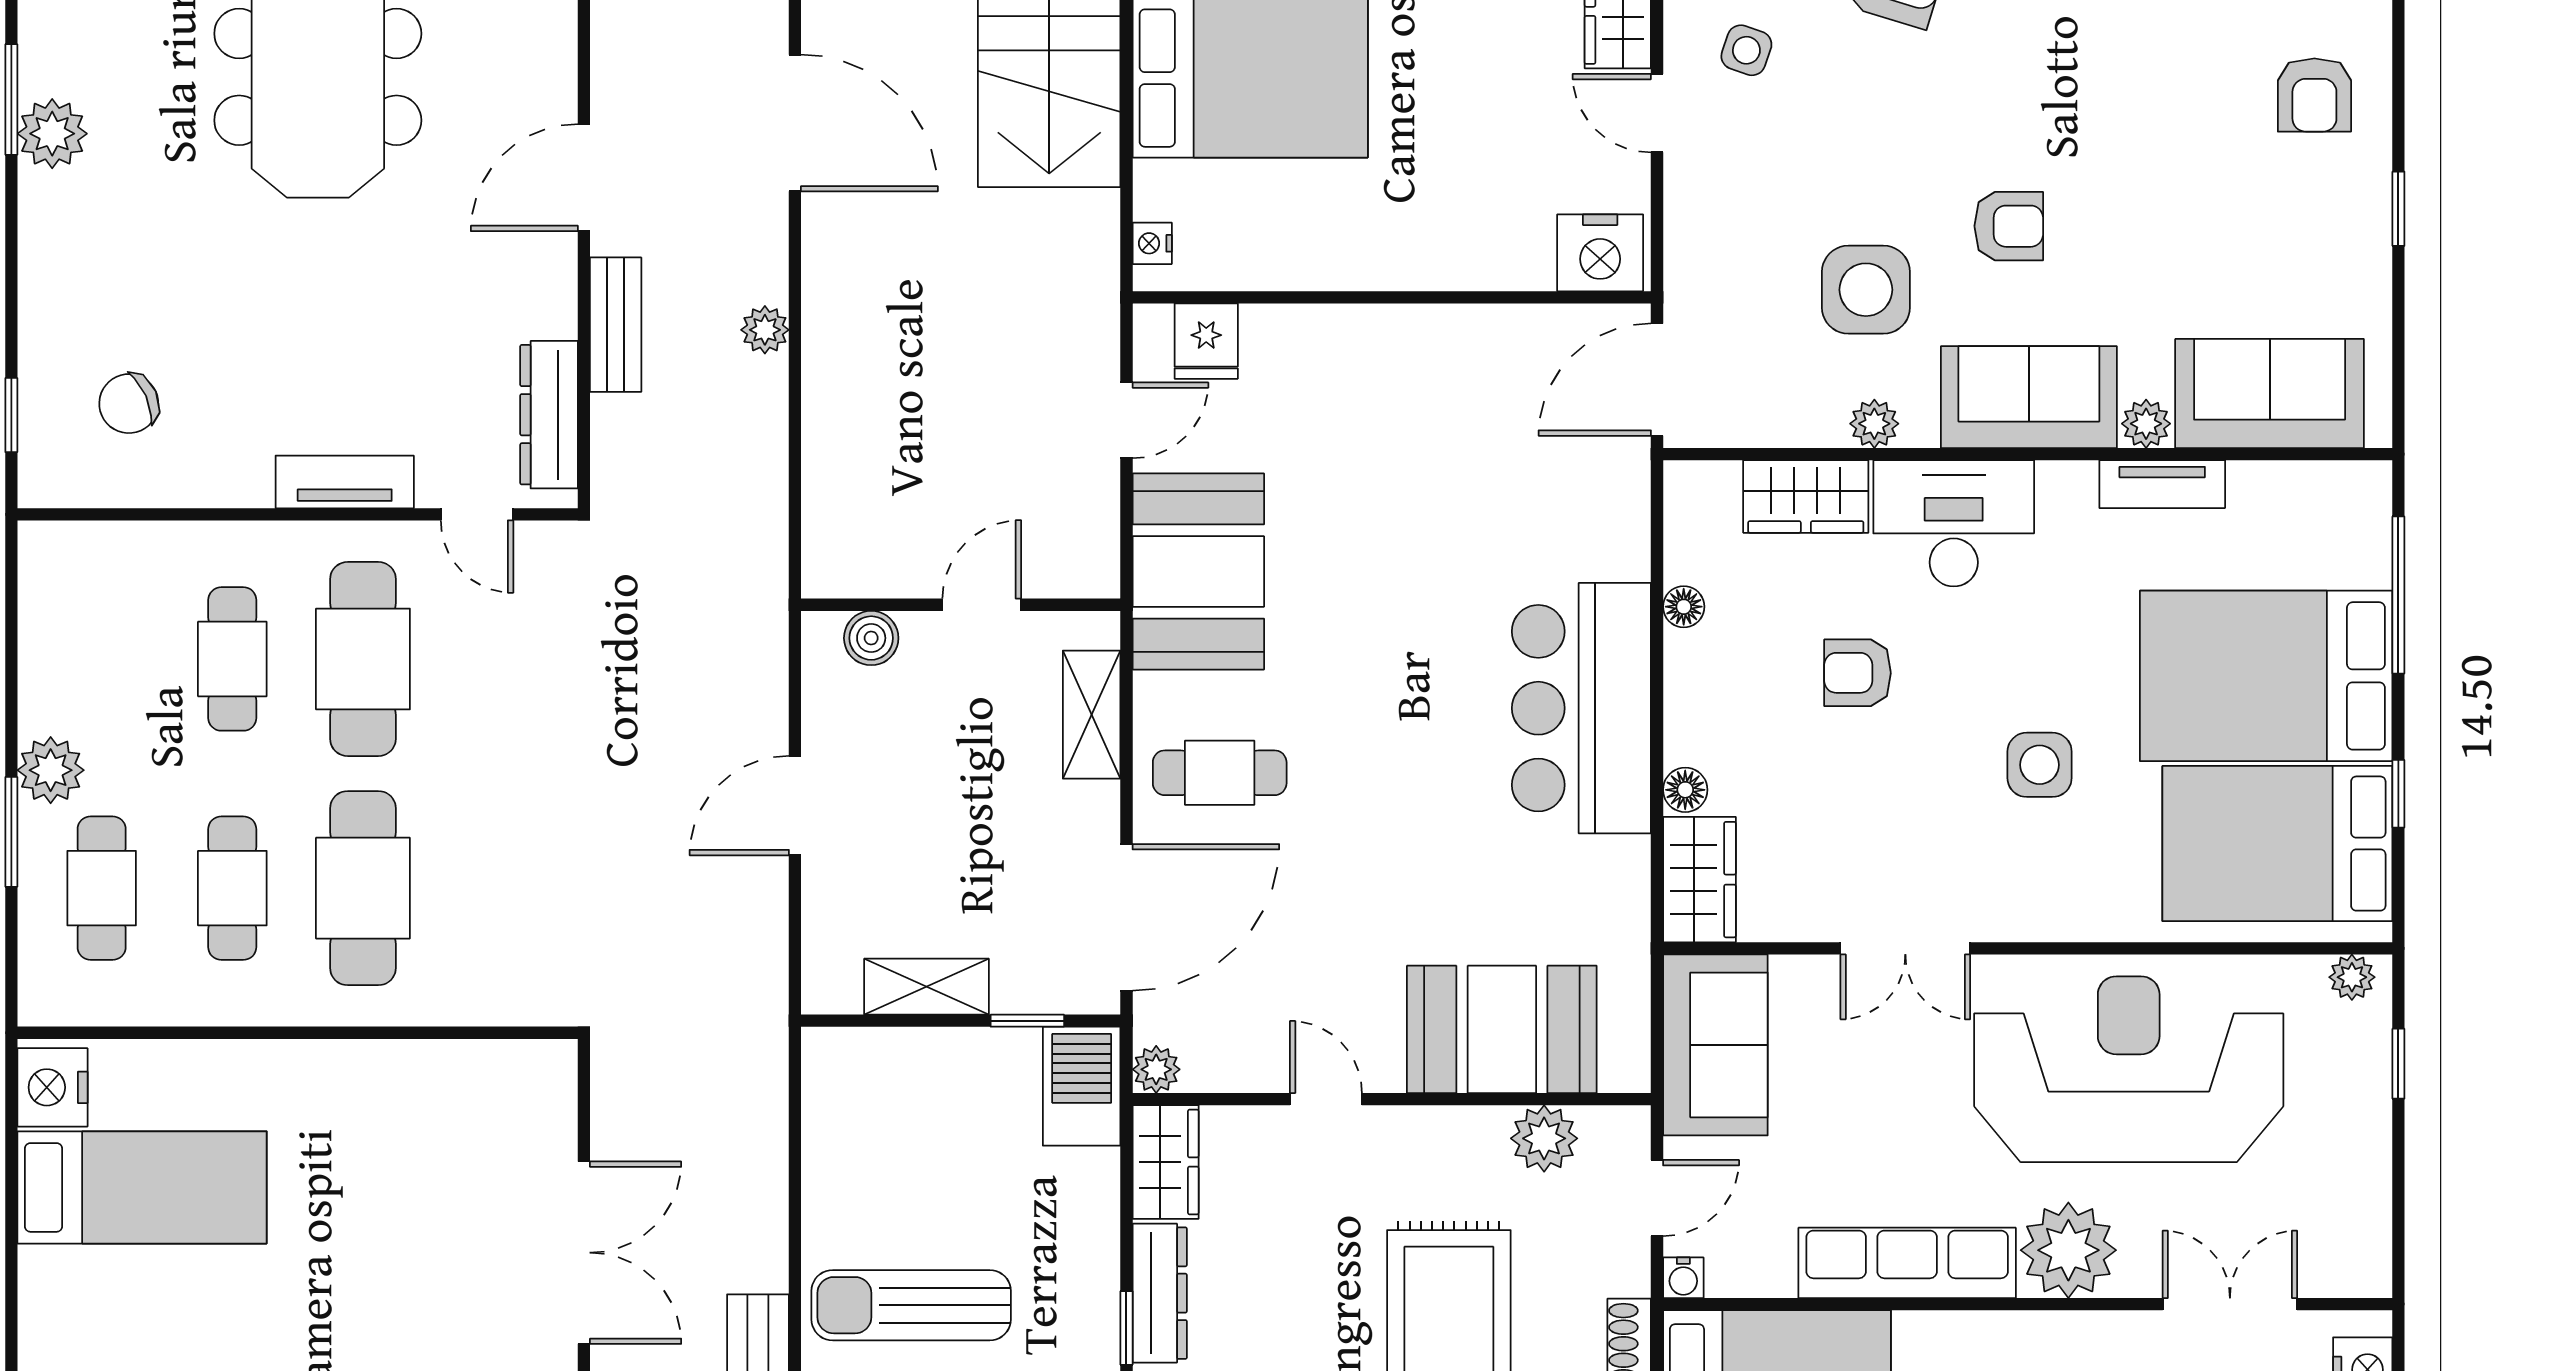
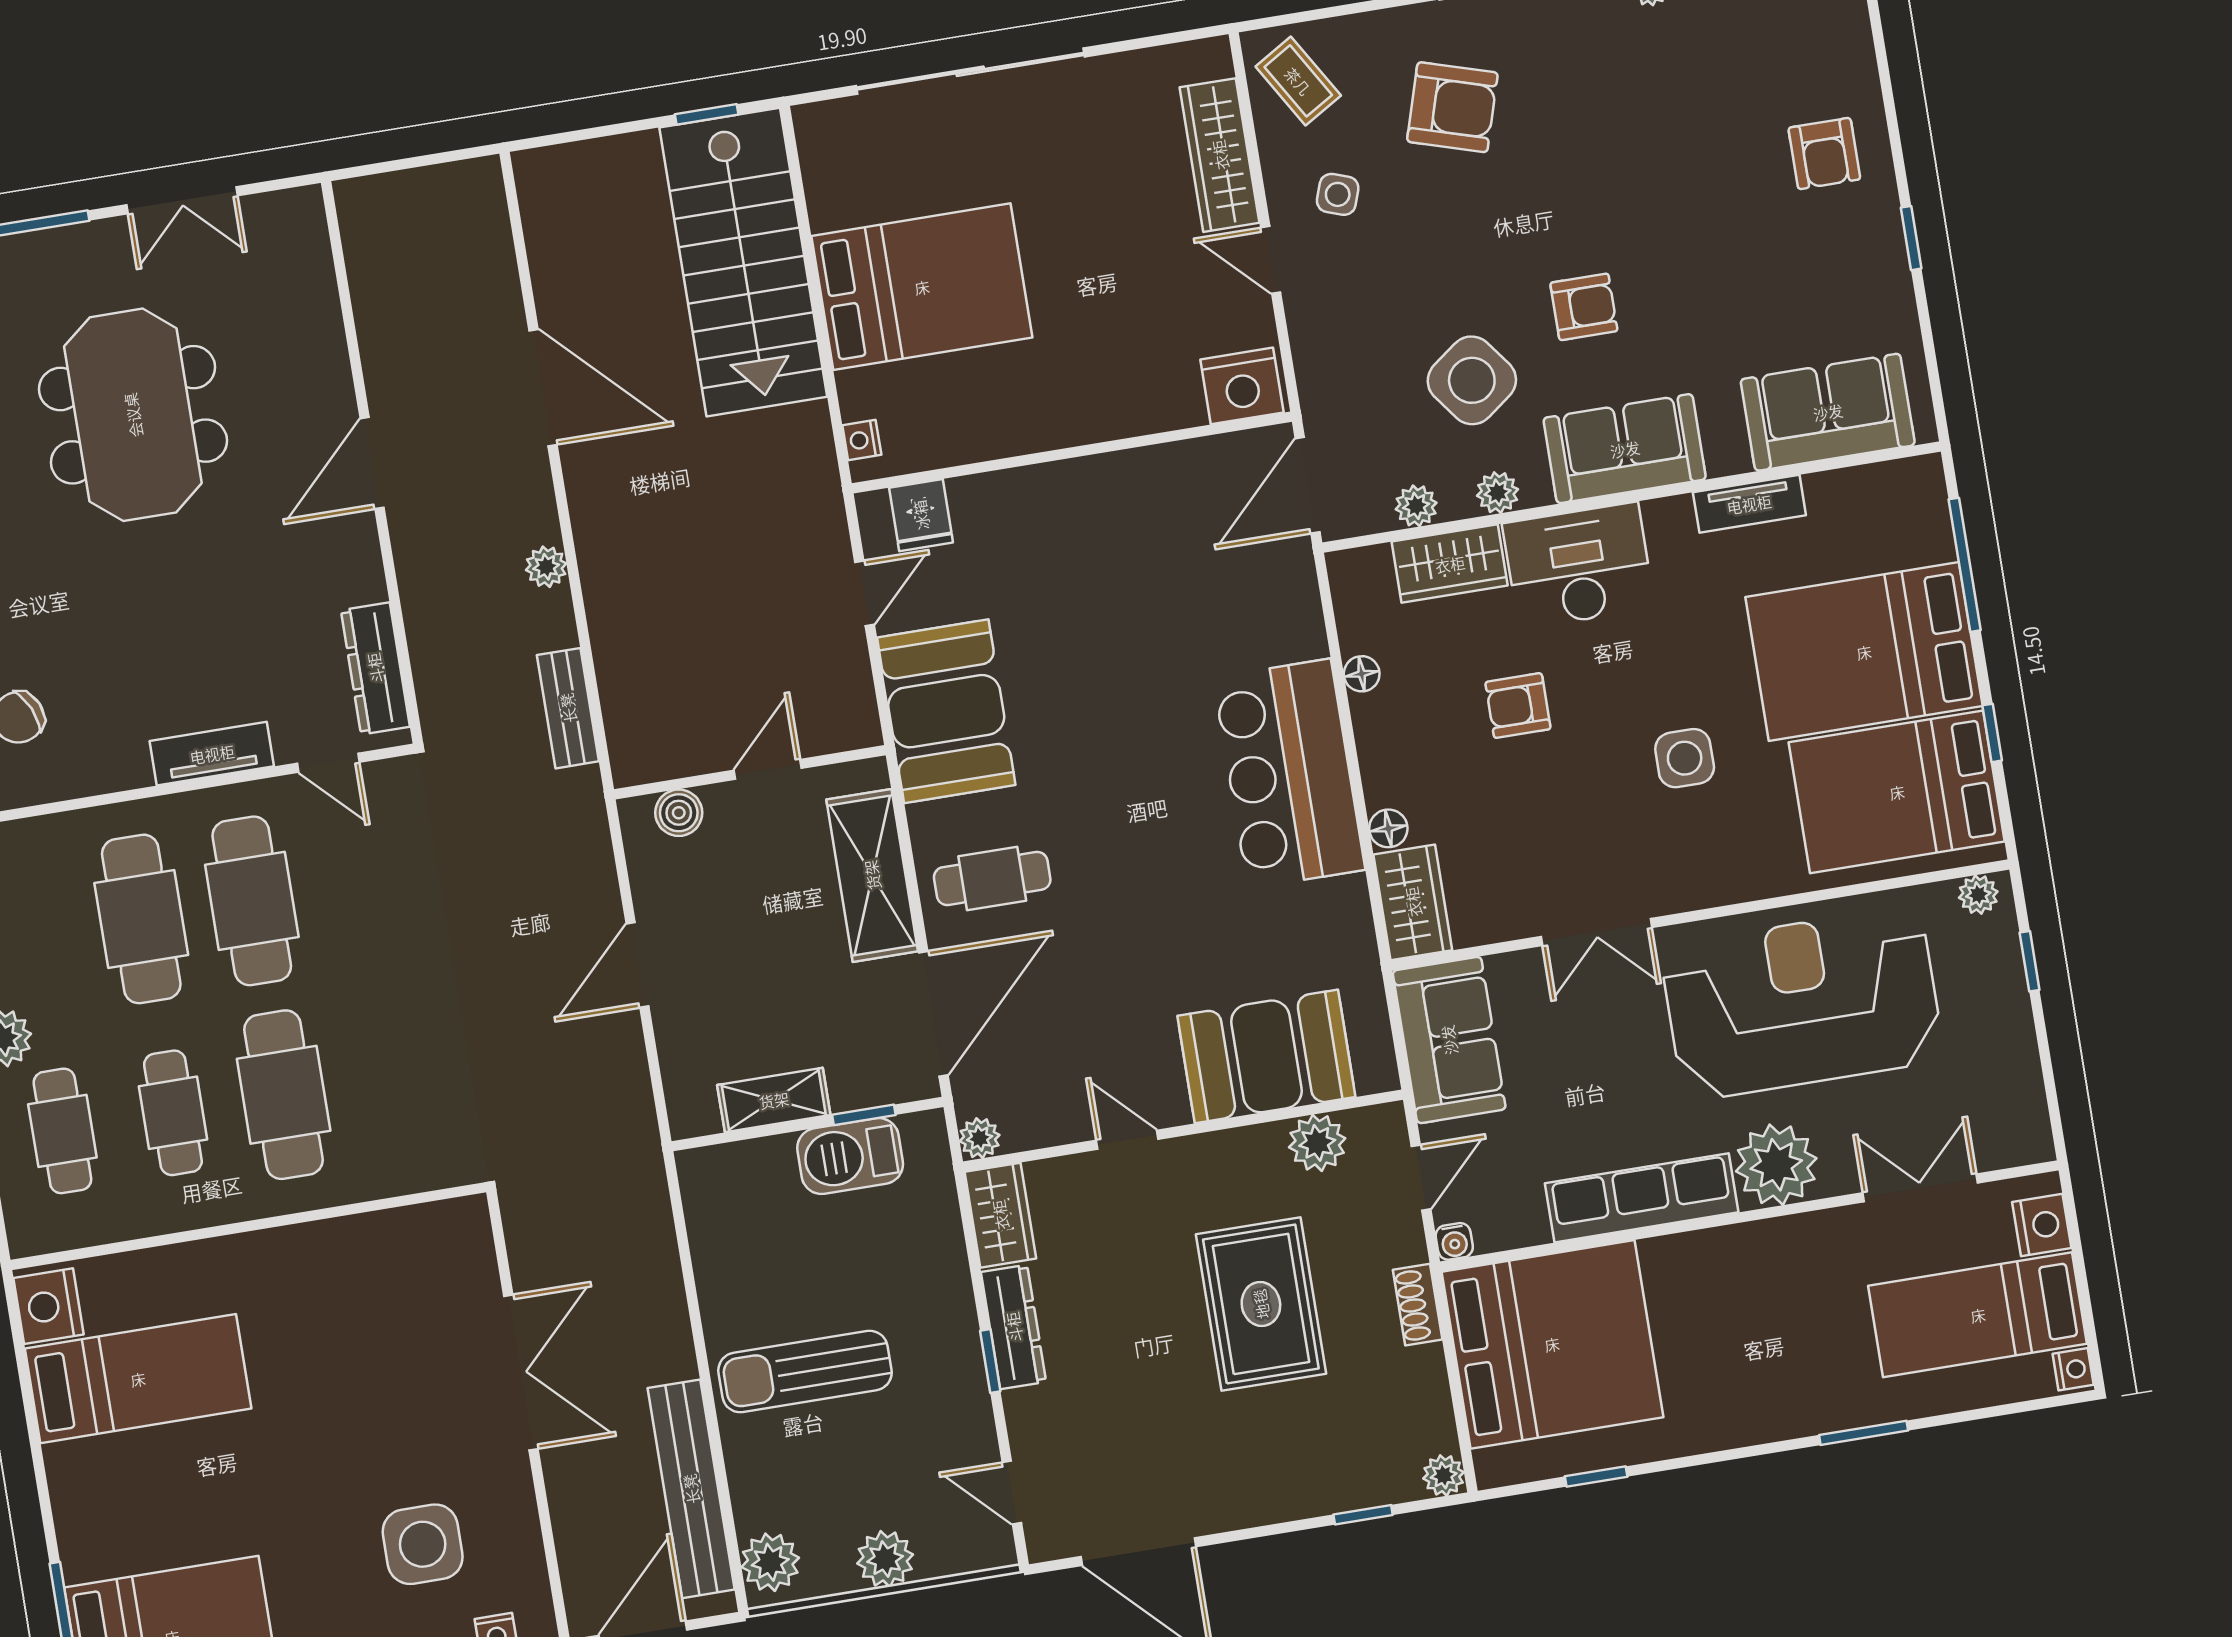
side table: (1866, 290) -> (1472, 380), turned -37
bench: (616, 325) -> (568, 708), moved
plant: (2146, 424) -> (1416, 506), moved
cafe table: (232, 659) -> (141, 919), width x1.37, depth x1.35
shelving: (1092, 715) -> (872, 875), width x1.50, depth x1.33
barbecue: (1082, 1086) -> (850, 1156), moved, turned -90

